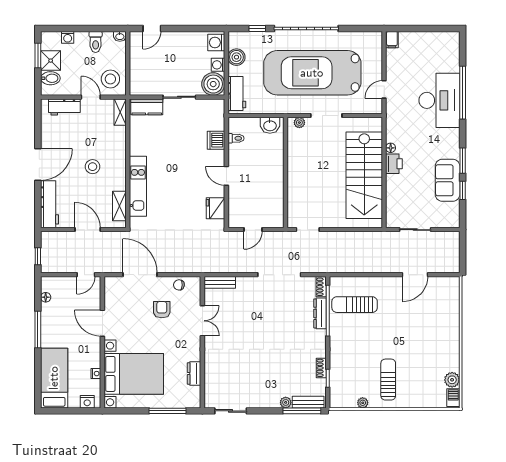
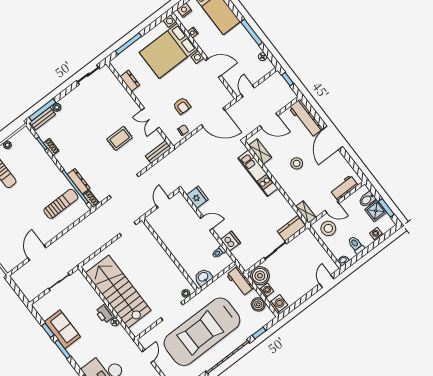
car: (312, 73) -> (202, 332), turned 180
rug: (248, 325) -> (120, 138), added

